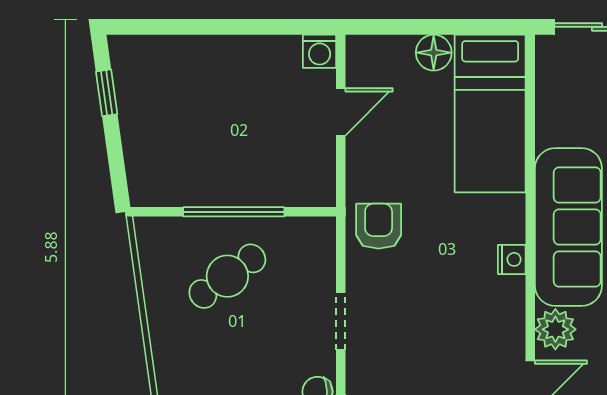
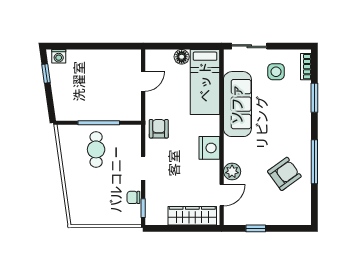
washing machine: (320, 51) -> (59, 56), moved
sofa: (568, 227) -> (237, 104), moved
nightstand: (512, 259) -> (209, 148), width x1.89, depth x1.79
cafe table: (227, 276) -> (96, 149), turned -54

